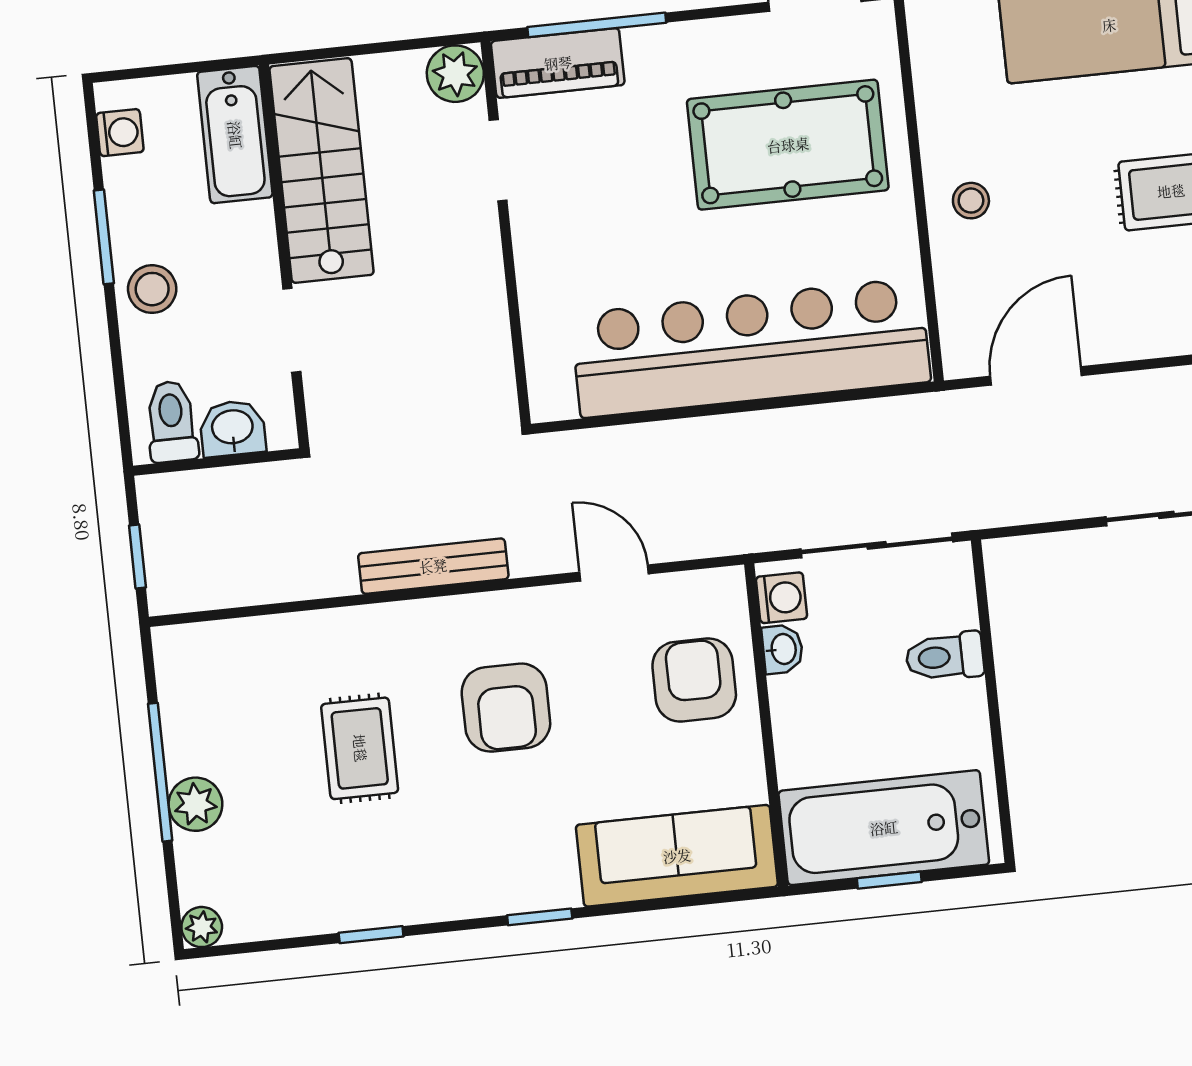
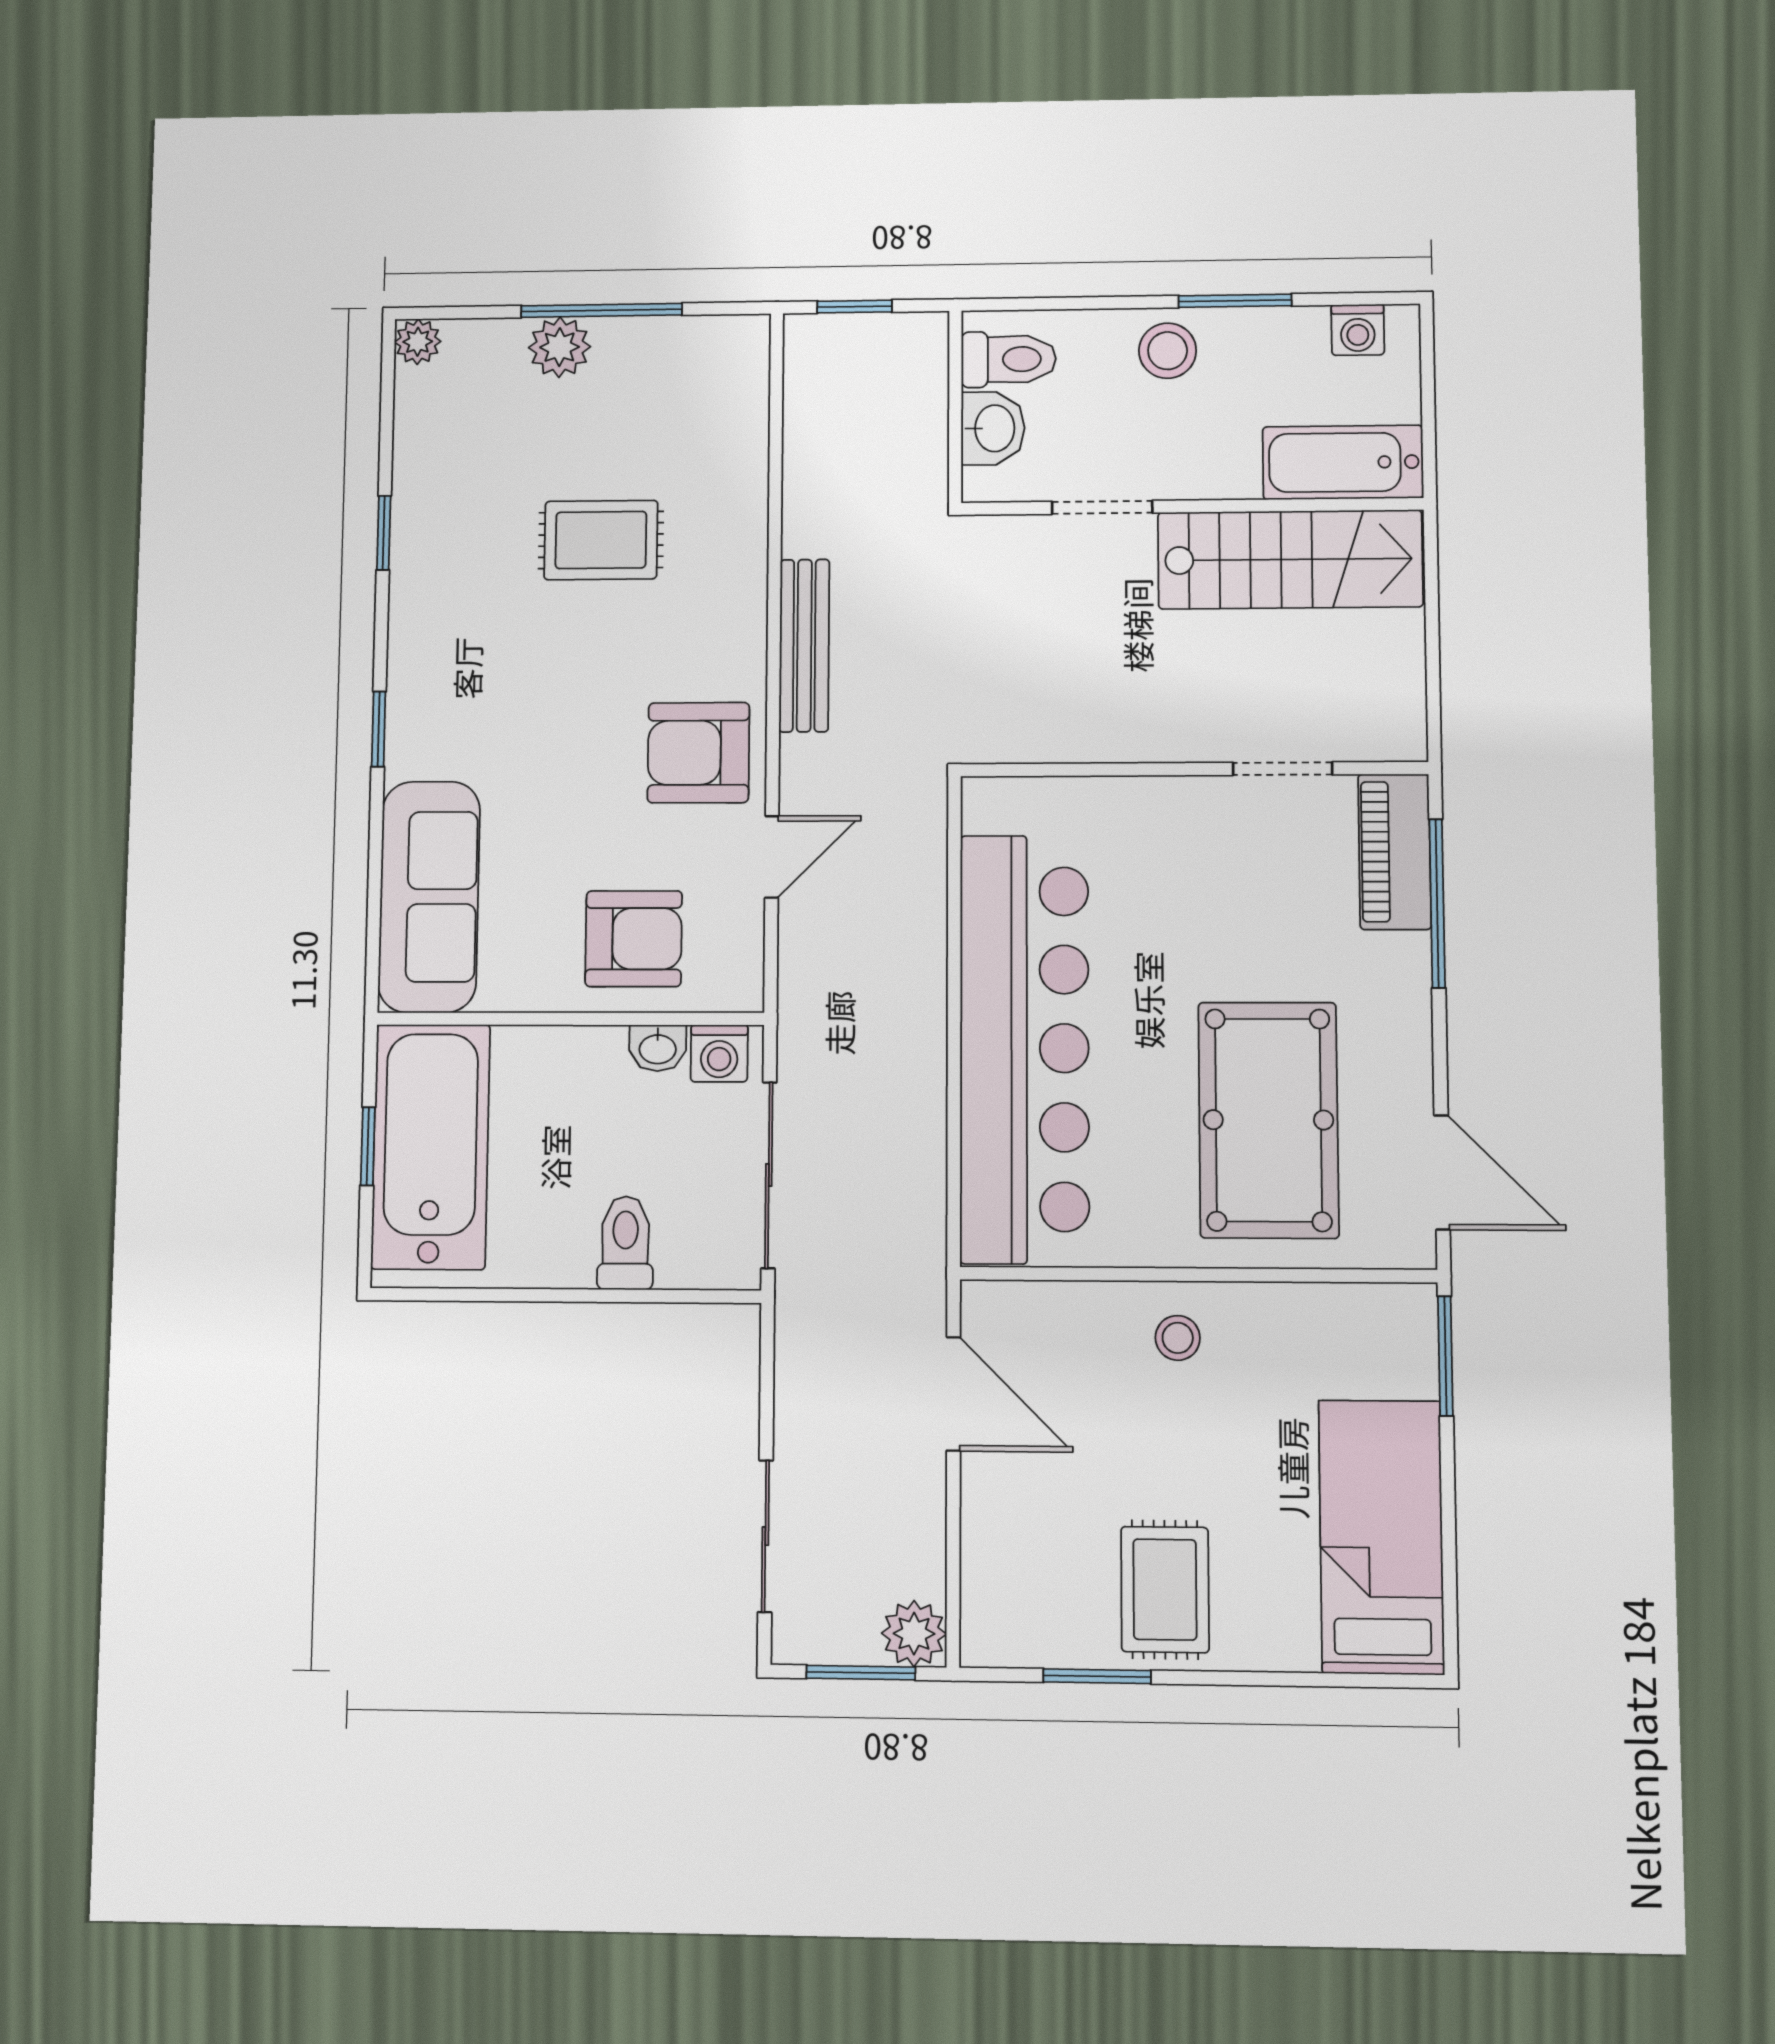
plant: (455, 74) -> (1393, 728), removed
armchair: (506, 708) -> (698, 753), moved

